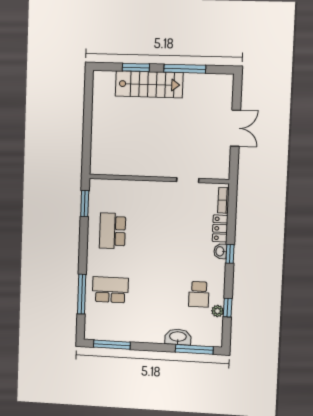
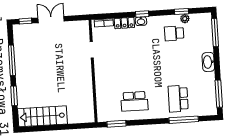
stairs: (149, 84) -> (42, 116), moved, turned -90
window: (237, 92) -> (25, 21), added
school desk: (199, 294) -> (174, 33), turned 180
washbasin: (178, 337) -> (208, 62), moved

